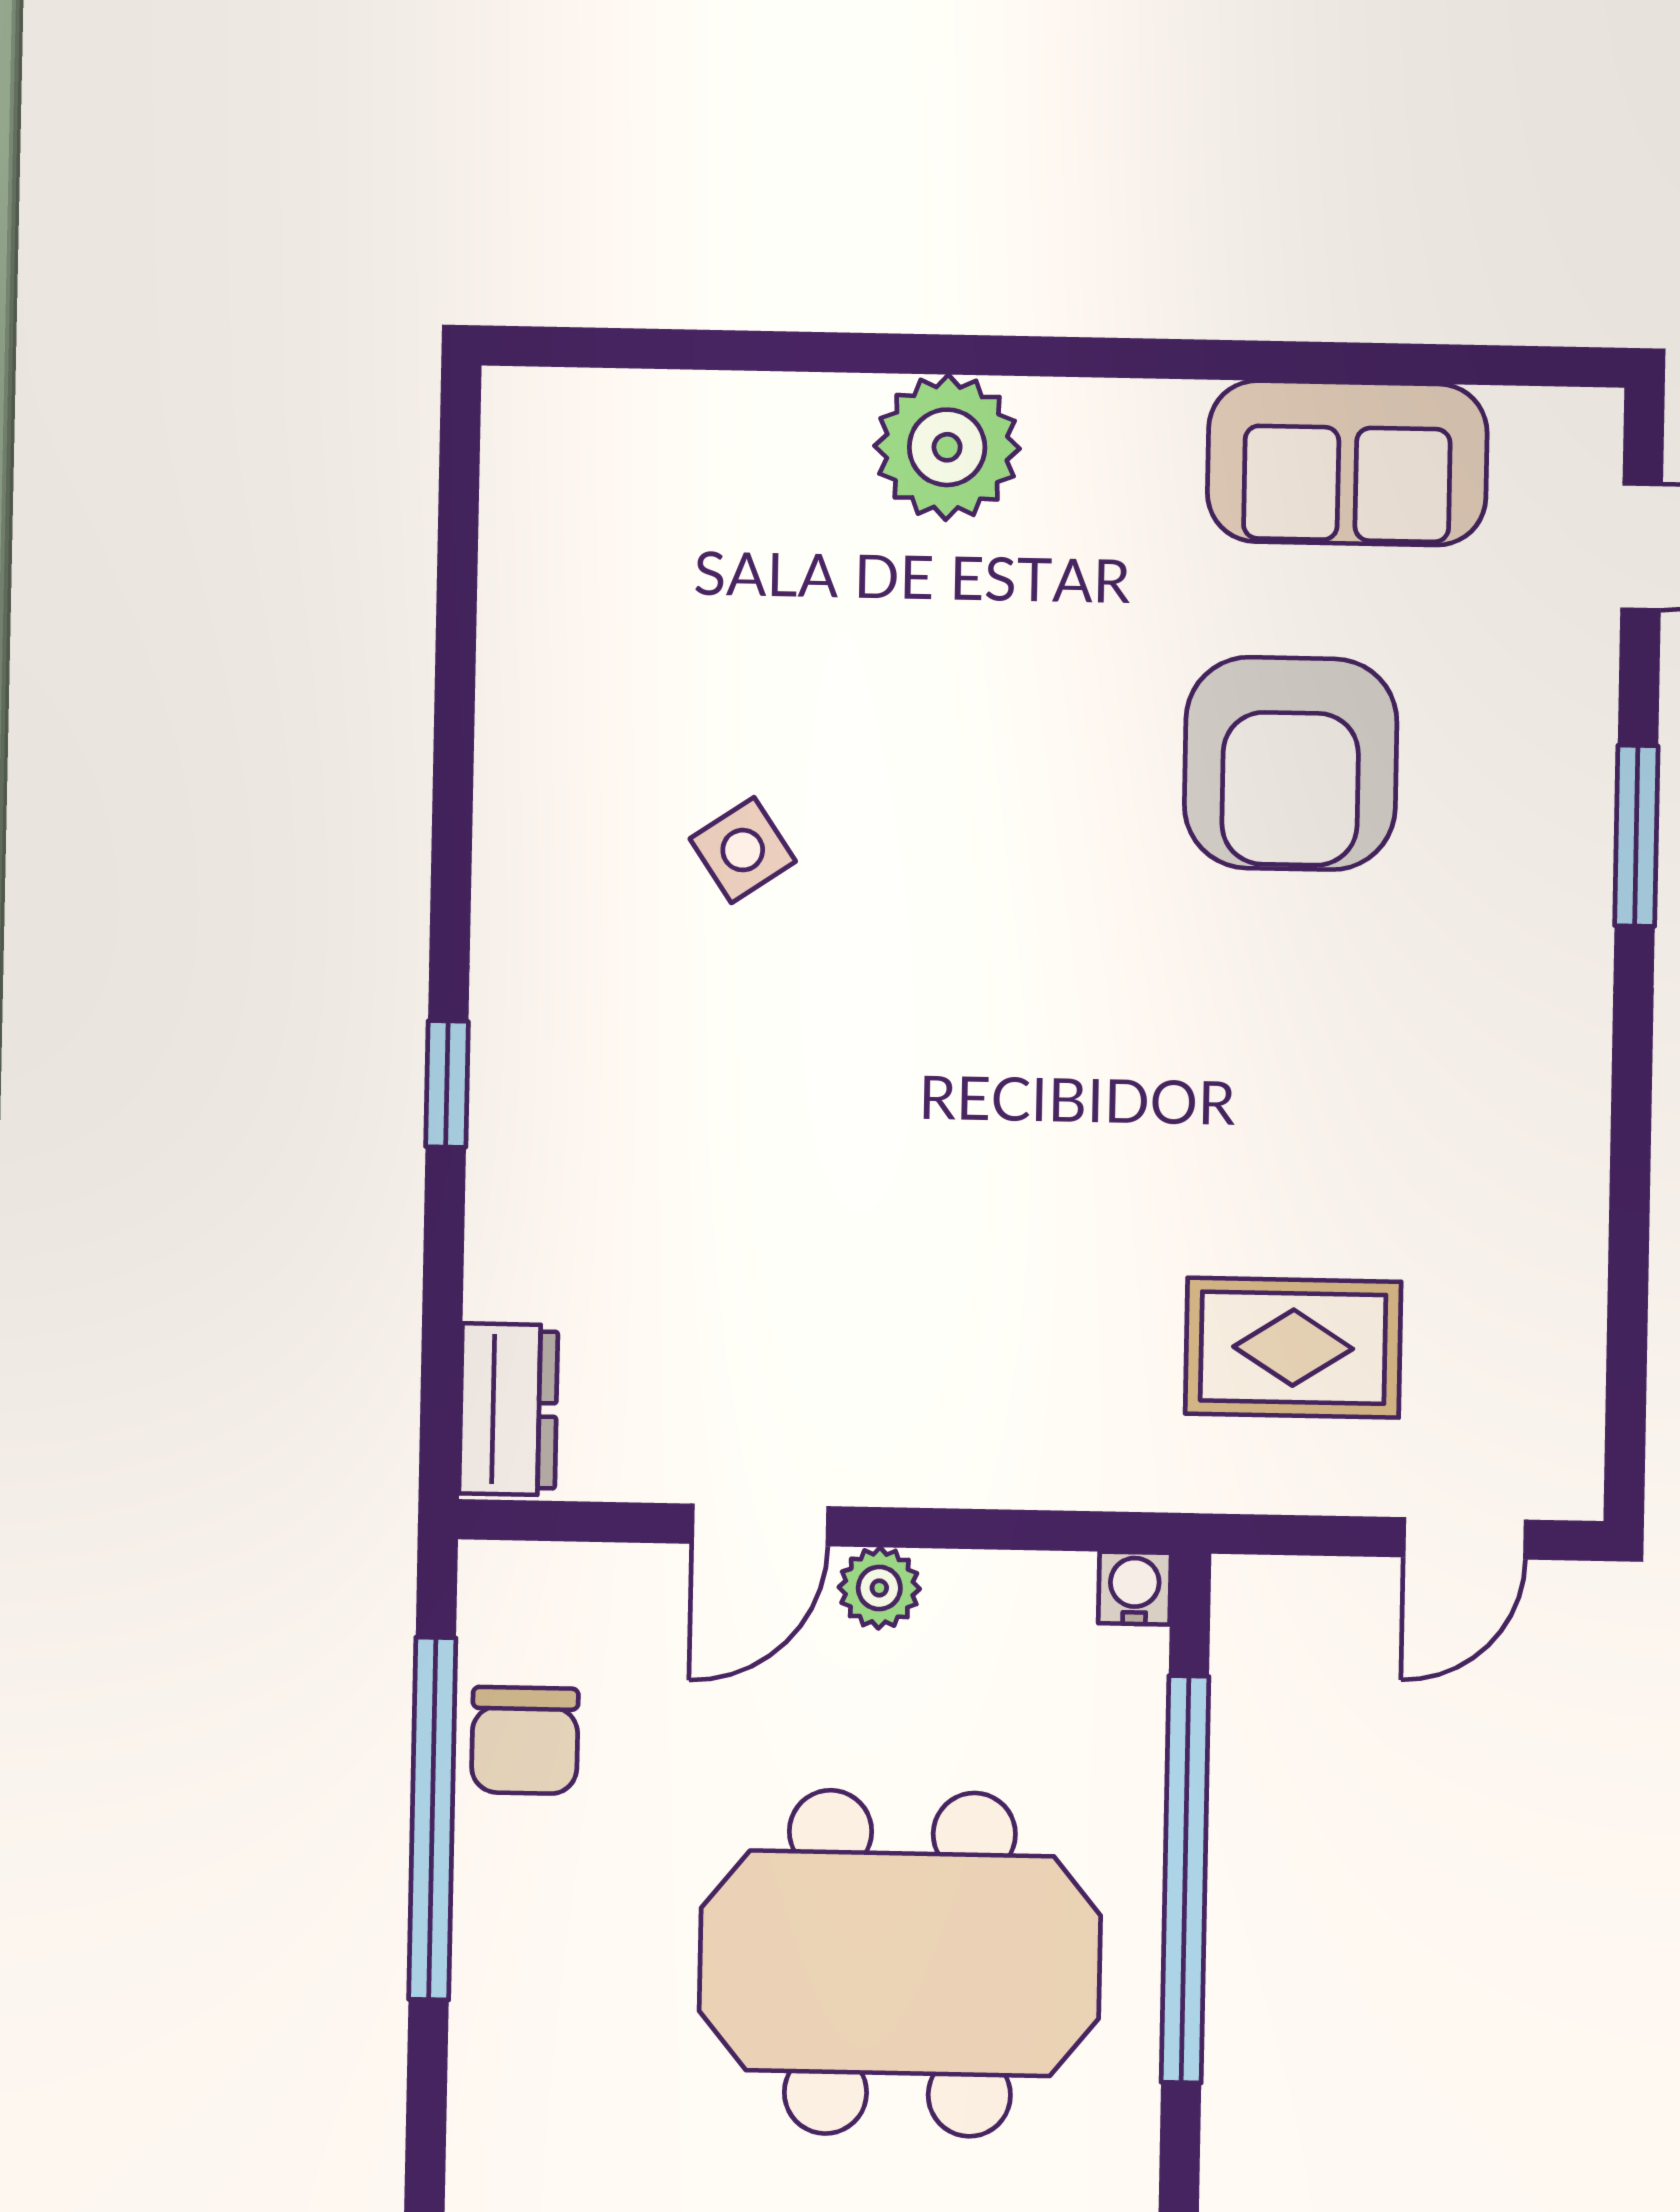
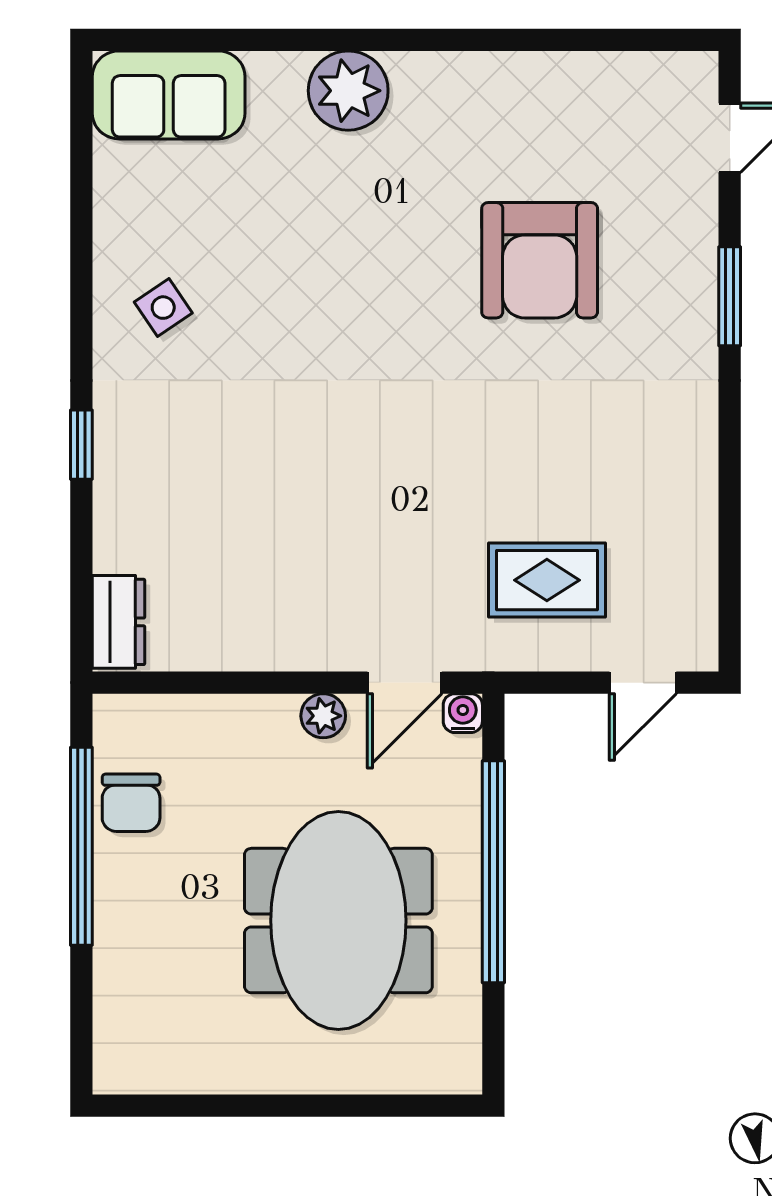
sofa: (1347, 463) -> (169, 95), moved
side table: (743, 850) -> (163, 308), moved
door: (760, 1525) -> (405, 683), moved
meeting table: (900, 1963) -> (338, 921), turned 90

